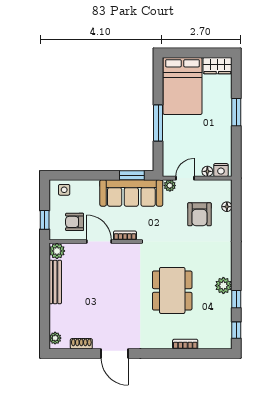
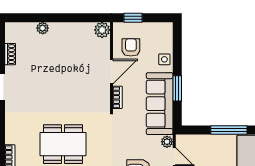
window: (132, 175) -> (177, 88), moved
side table: (64, 190) -> (164, 59), moved
bench: (55, 282) -> (71, 28), removed
plant: (55, 338) -> (43, 28), moved

